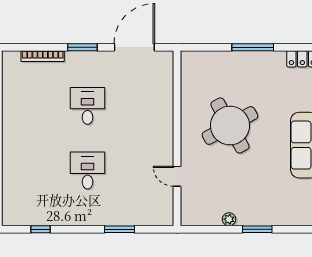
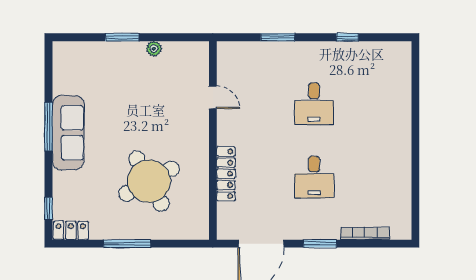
locker: (165, 109) -> (226, 174), added
round table: (230, 126) -> (149, 181), moved
window: (40, 229) -> (347, 37), moved

